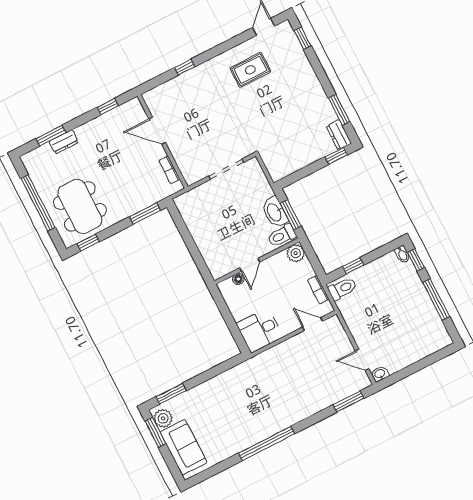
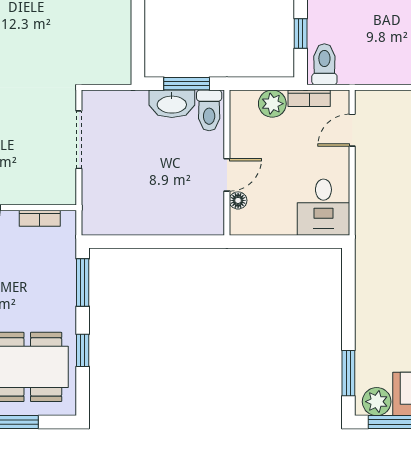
window: (88, 243) -> (83, 350), moved
plant: (296, 253) -> (272, 104), moved
door: (250, 265) -> (227, 175), hinge flipped

